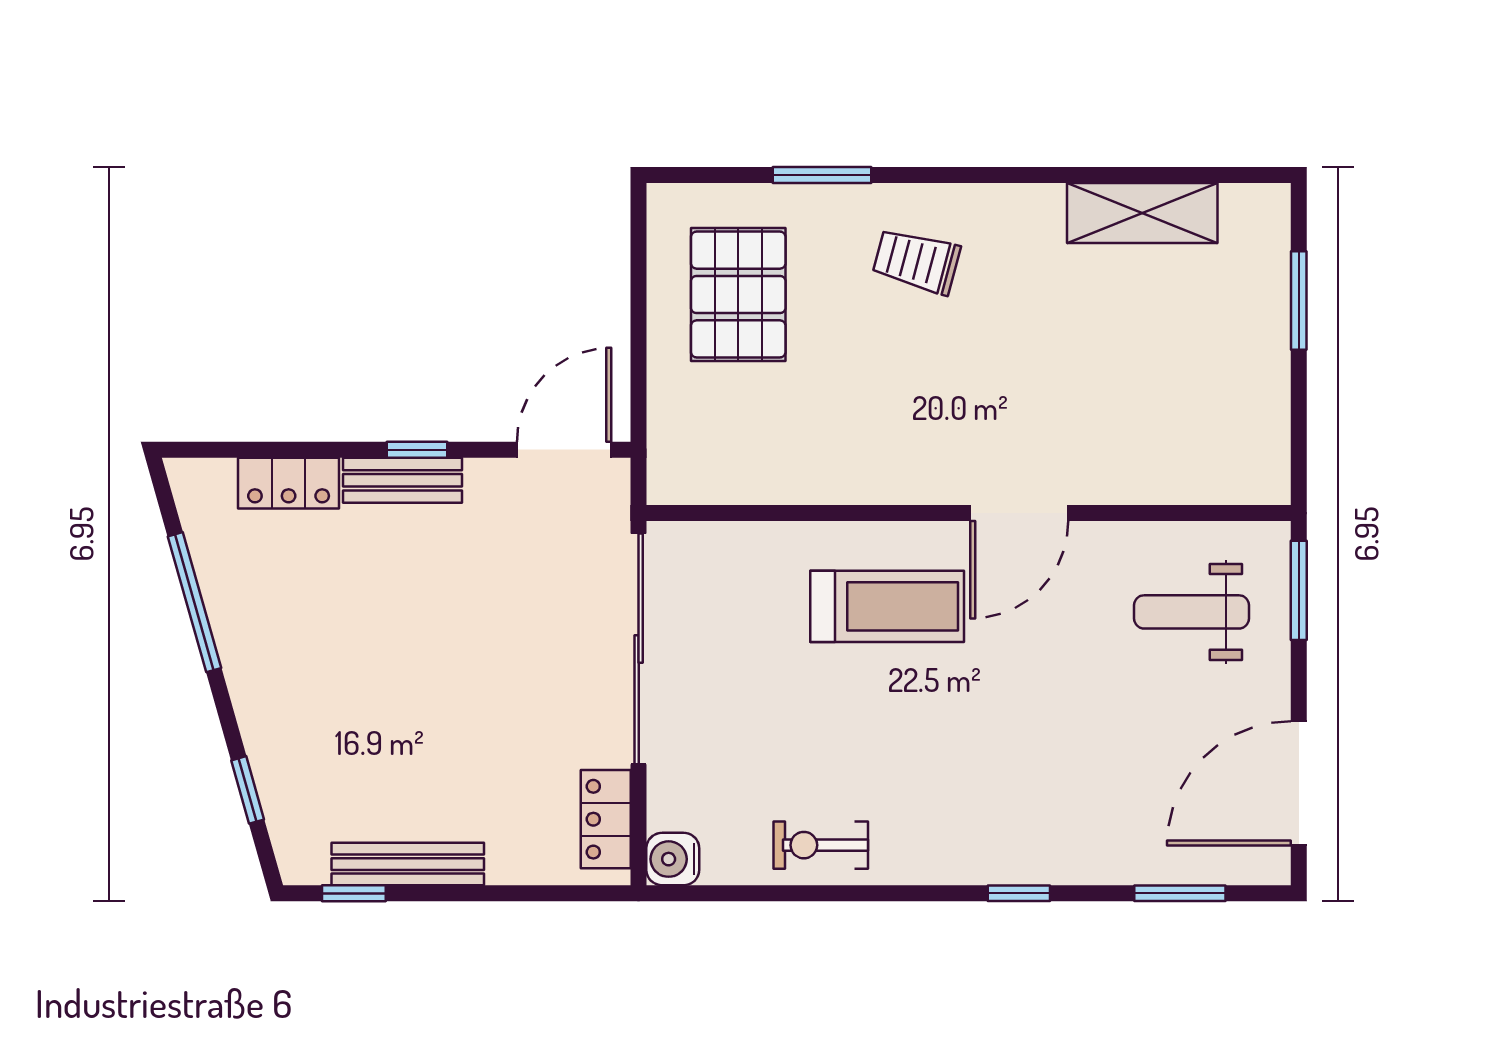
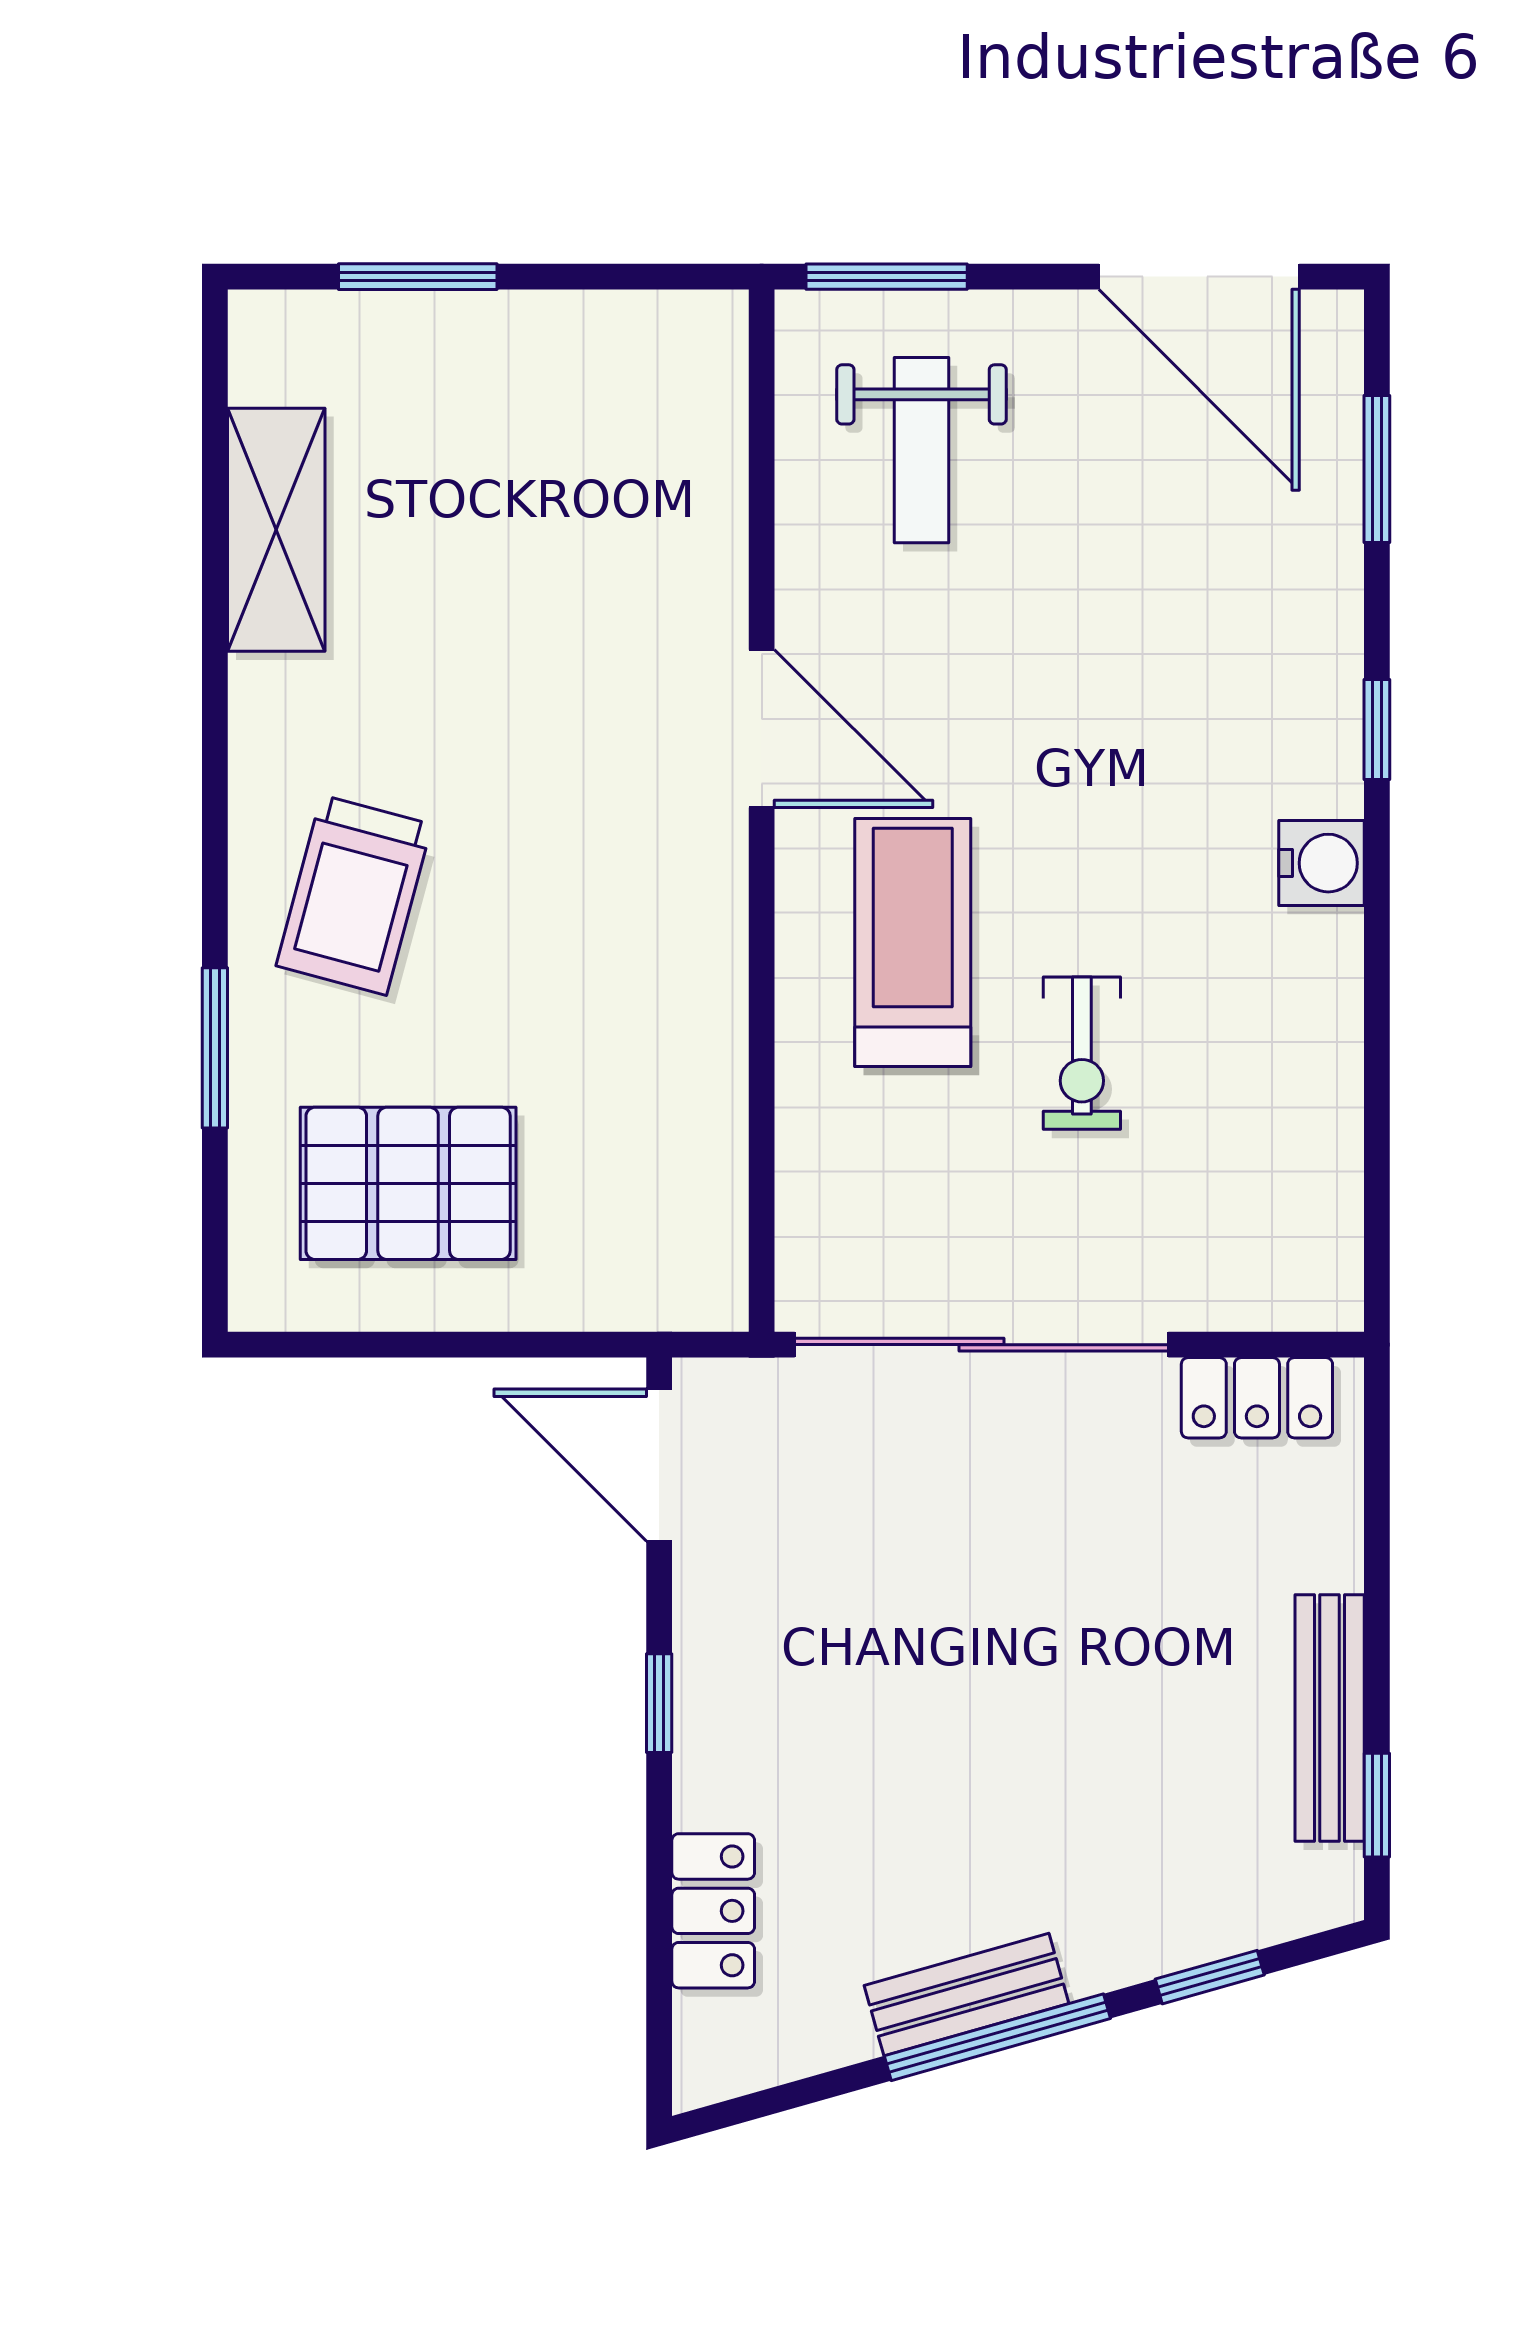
trolley: (916, 261) -> (354, 895), width x1.36, depth x1.39
bench: (403, 480) -> (966, 1995), moved, turned 74
window: (194, 602) -> (997, 2037), moved
exercise bike: (821, 845) -> (1082, 1053), moved
water cooler: (673, 859) -> (1321, 863), moved, turned -90

